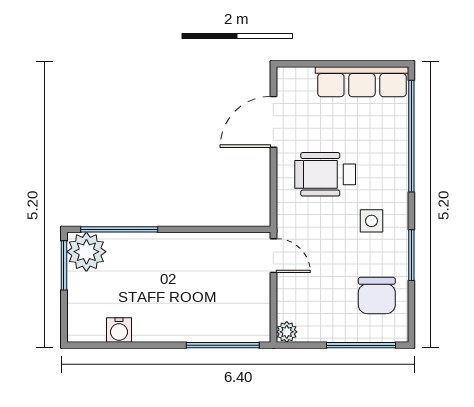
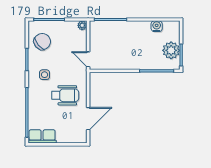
row of seats: (362, 82) -> (42, 136), width x0.68
plant: (86, 252) -> (171, 50), moved
chair: (377, 296) -> (42, 42), turned 50

